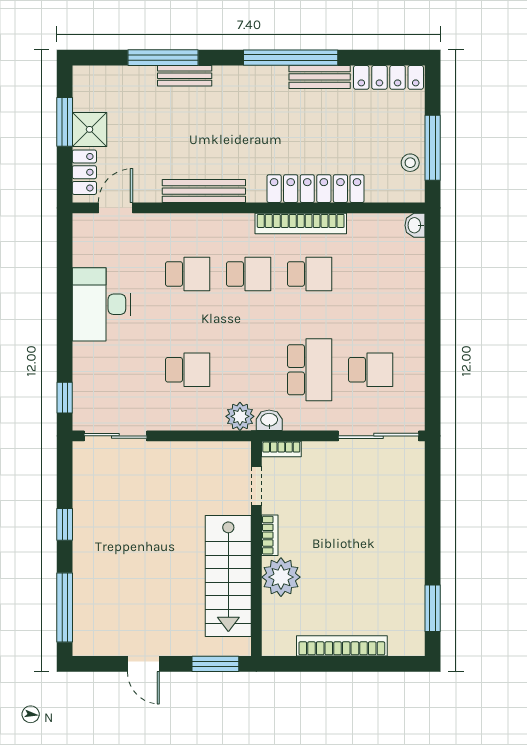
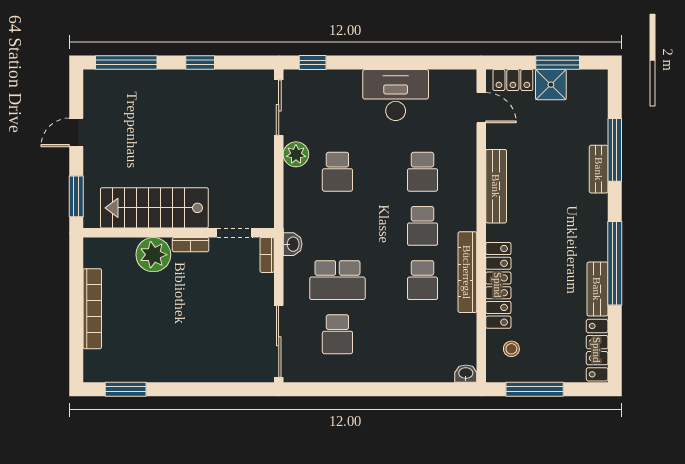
stool: (410, 163) -> (511, 349), moved
plant: (240, 416) -> (296, 154), moved

